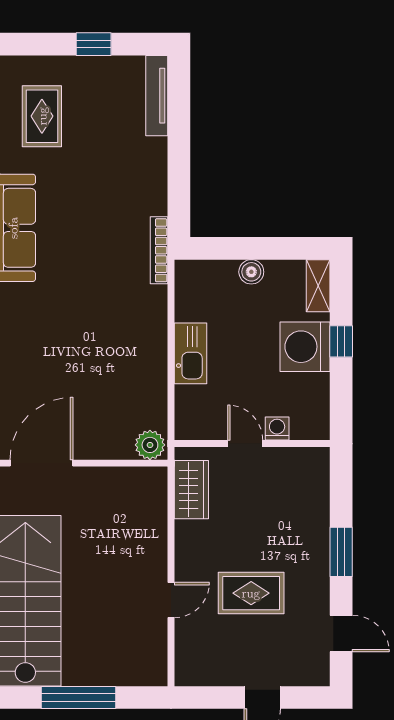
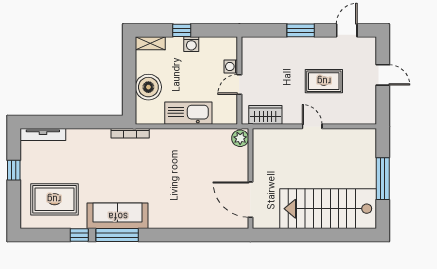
rug: (42, 116) -> (54, 199), width x1.36, depth x1.43
boiler: (251, 272) -> (148, 87), width x1.86, depth x1.86
washing machine: (305, 347) -> (191, 44), width x0.53, depth x0.53
kitchen sink: (190, 353) -> (188, 113), width x1.36, depth x1.24
rug: (251, 593) -> (324, 81), turned 90
door: (171, 600) -> (312, 126), moved

